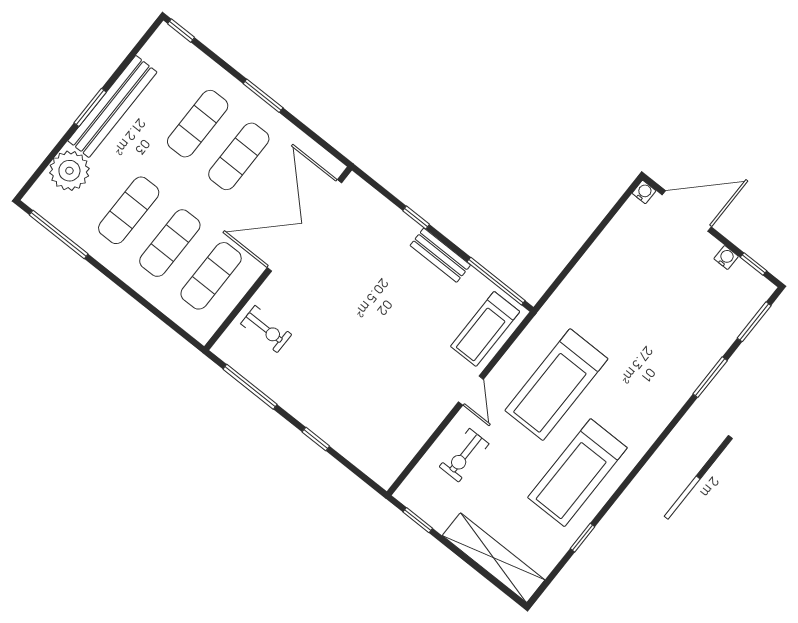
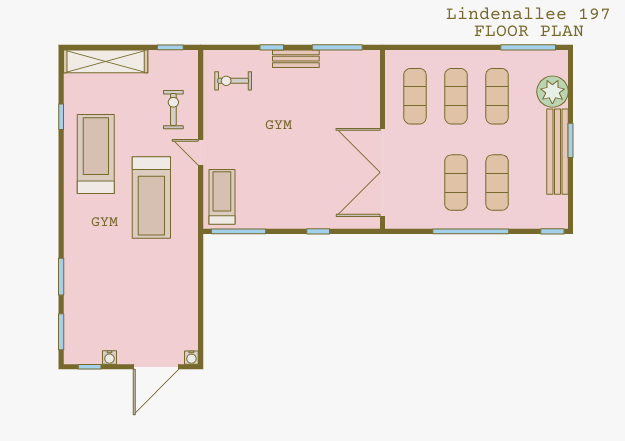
window: (263, 96) -> (471, 231), width x2.11
double door: (304, 225) -> (383, 172), swing flipped
bench: (440, 255) -> (296, 59), moved
exercise bike: (266, 329) -> (233, 81), moved
treadmill: (556, 385) -> (151, 197), turned 180

